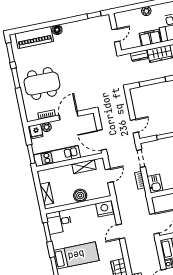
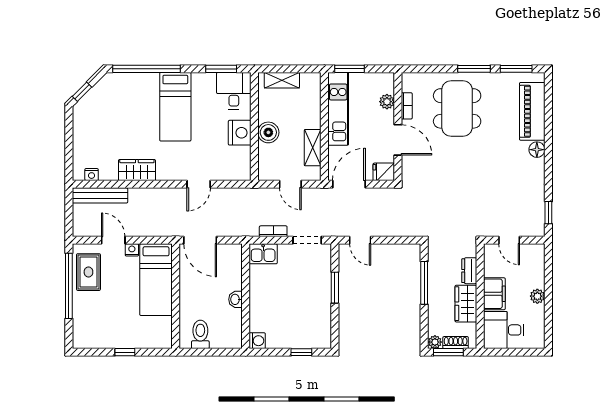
fridge: (36, 131) -> (384, 172), moved
nightstand: (105, 209) -> (240, 133), moved
door: (120, 232) -> (199, 184), swing flipped

